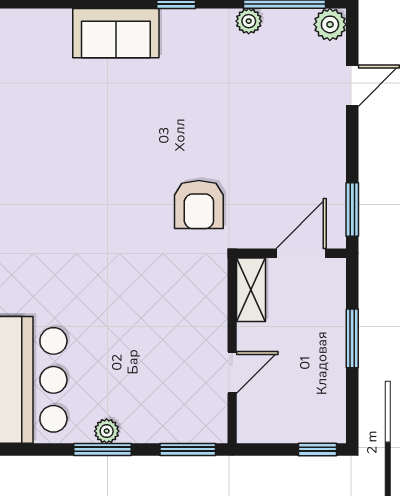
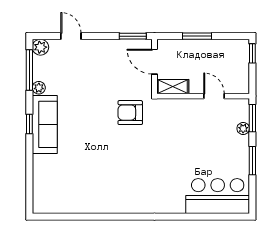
sofa: (116, 33) -> (45, 124), moved, width x1.36
armchair: (199, 204) -> (130, 113), turned 180
plant: (107, 431) -> (243, 129), moved

